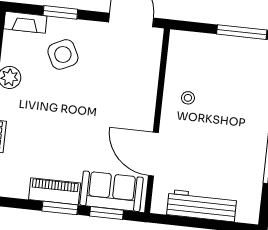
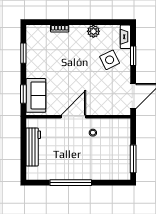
door: (153, 154) -> (73, 117), moved
piano: (55, 191) -> (32, 64), removed
window: (60, 208) -> (23, 53), moved

